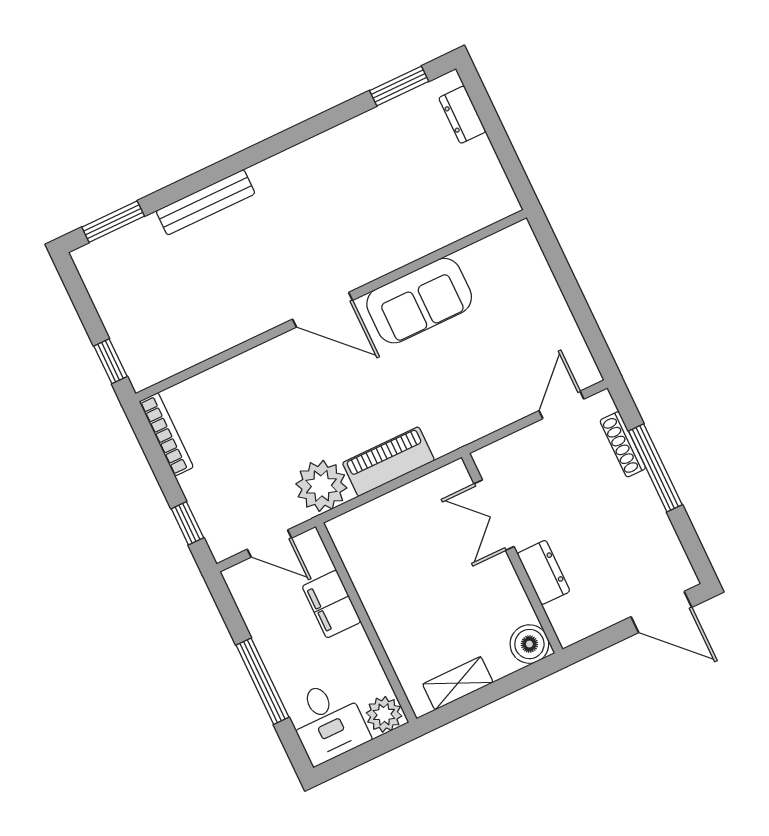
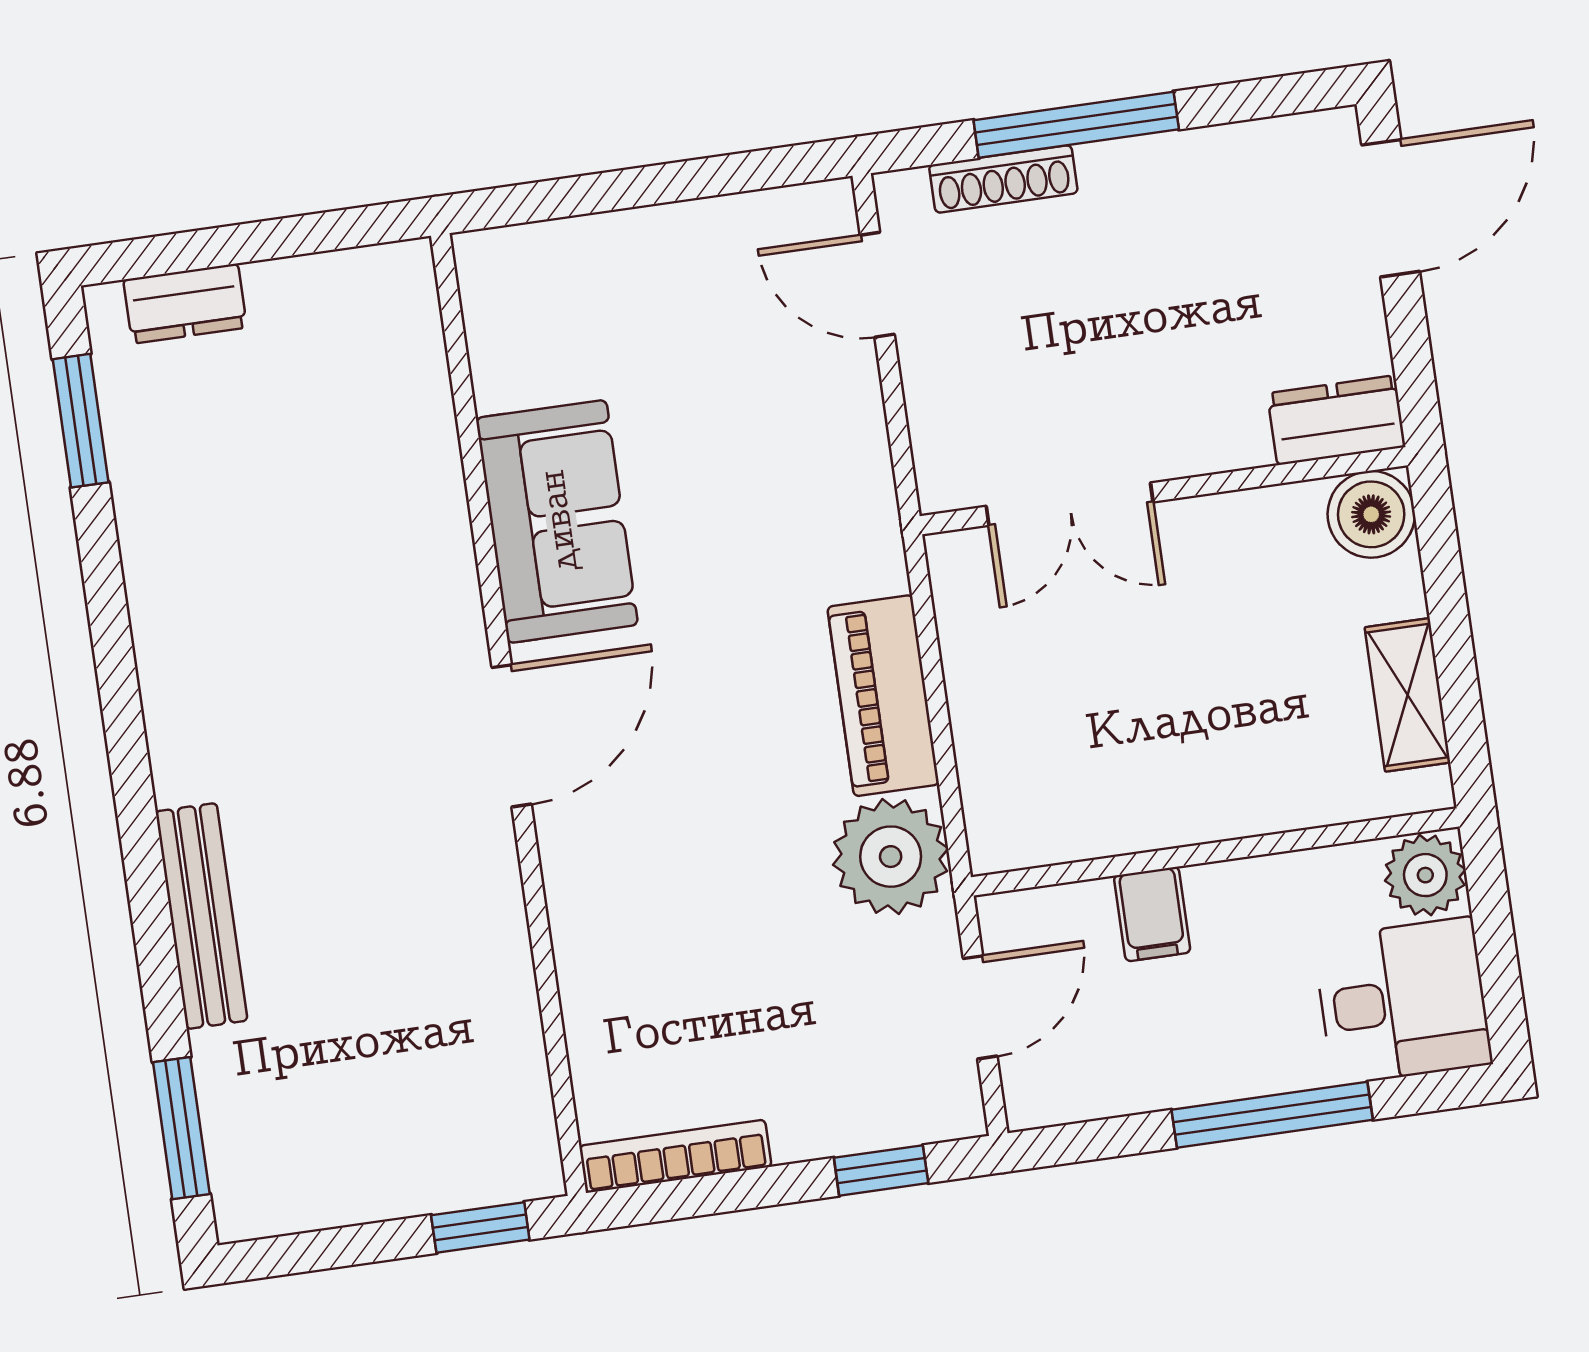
dresser: (544, 572) -> (1336, 420), moved
filing cabinet: (332, 604) -> (1152, 914), width x0.50

